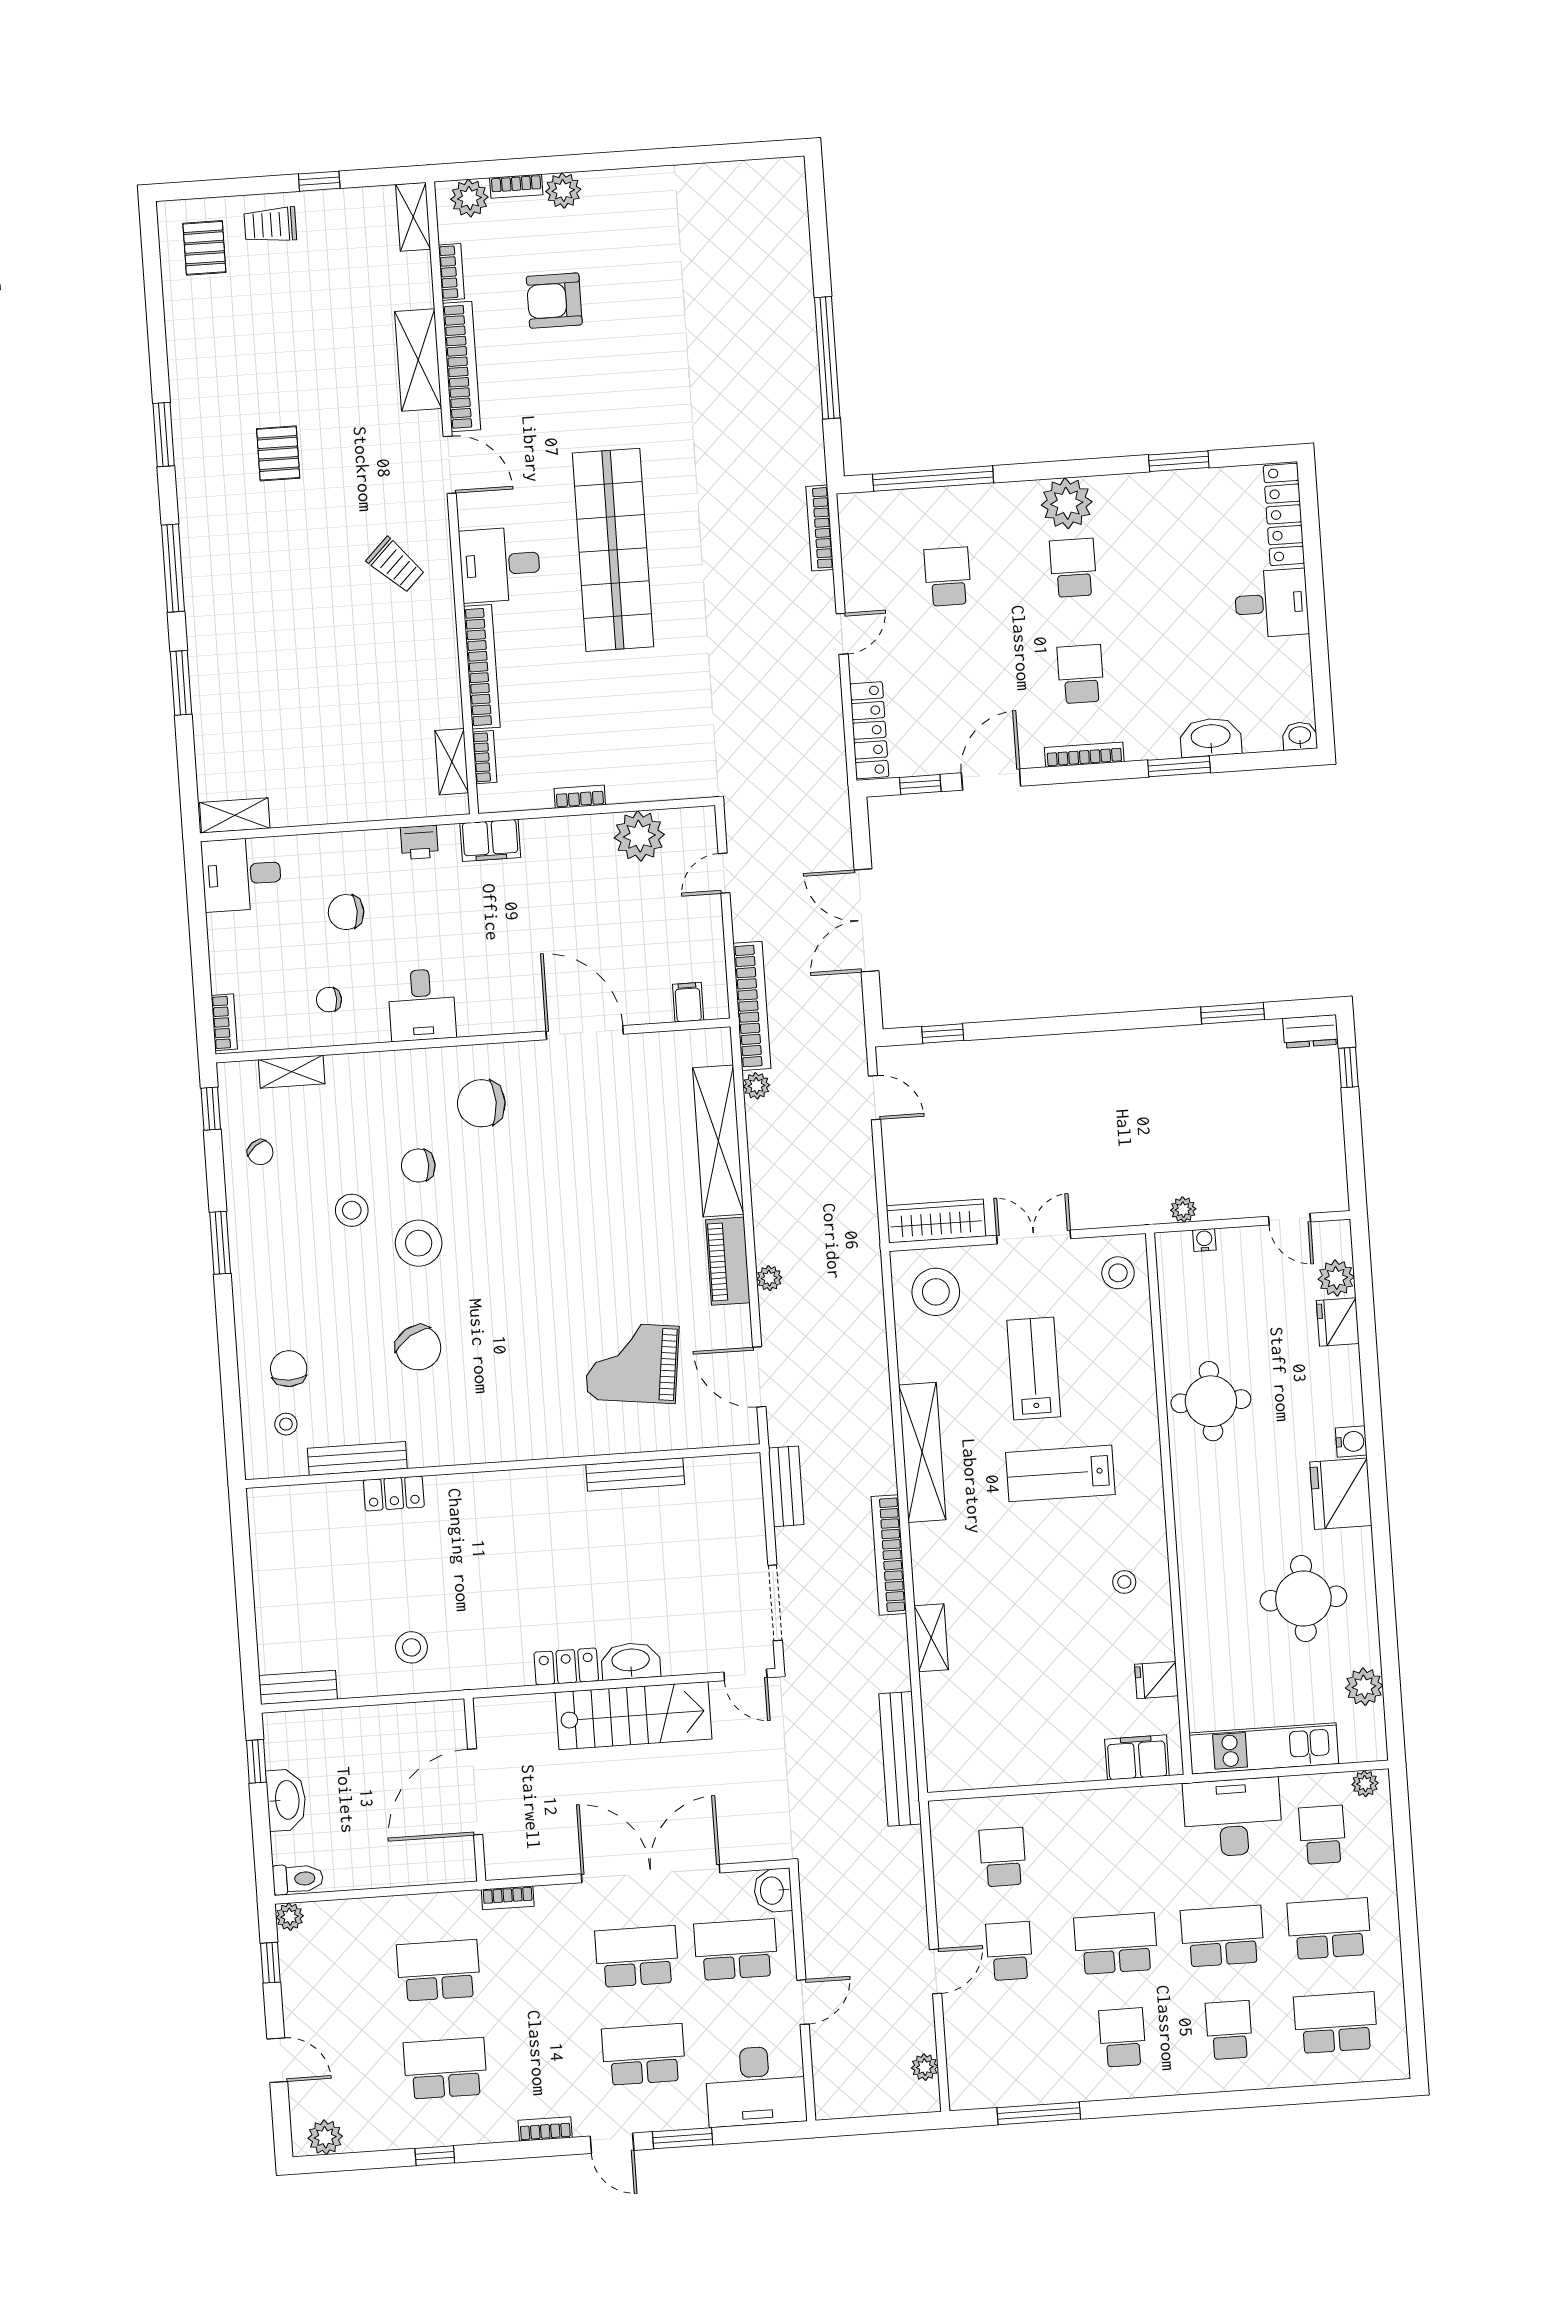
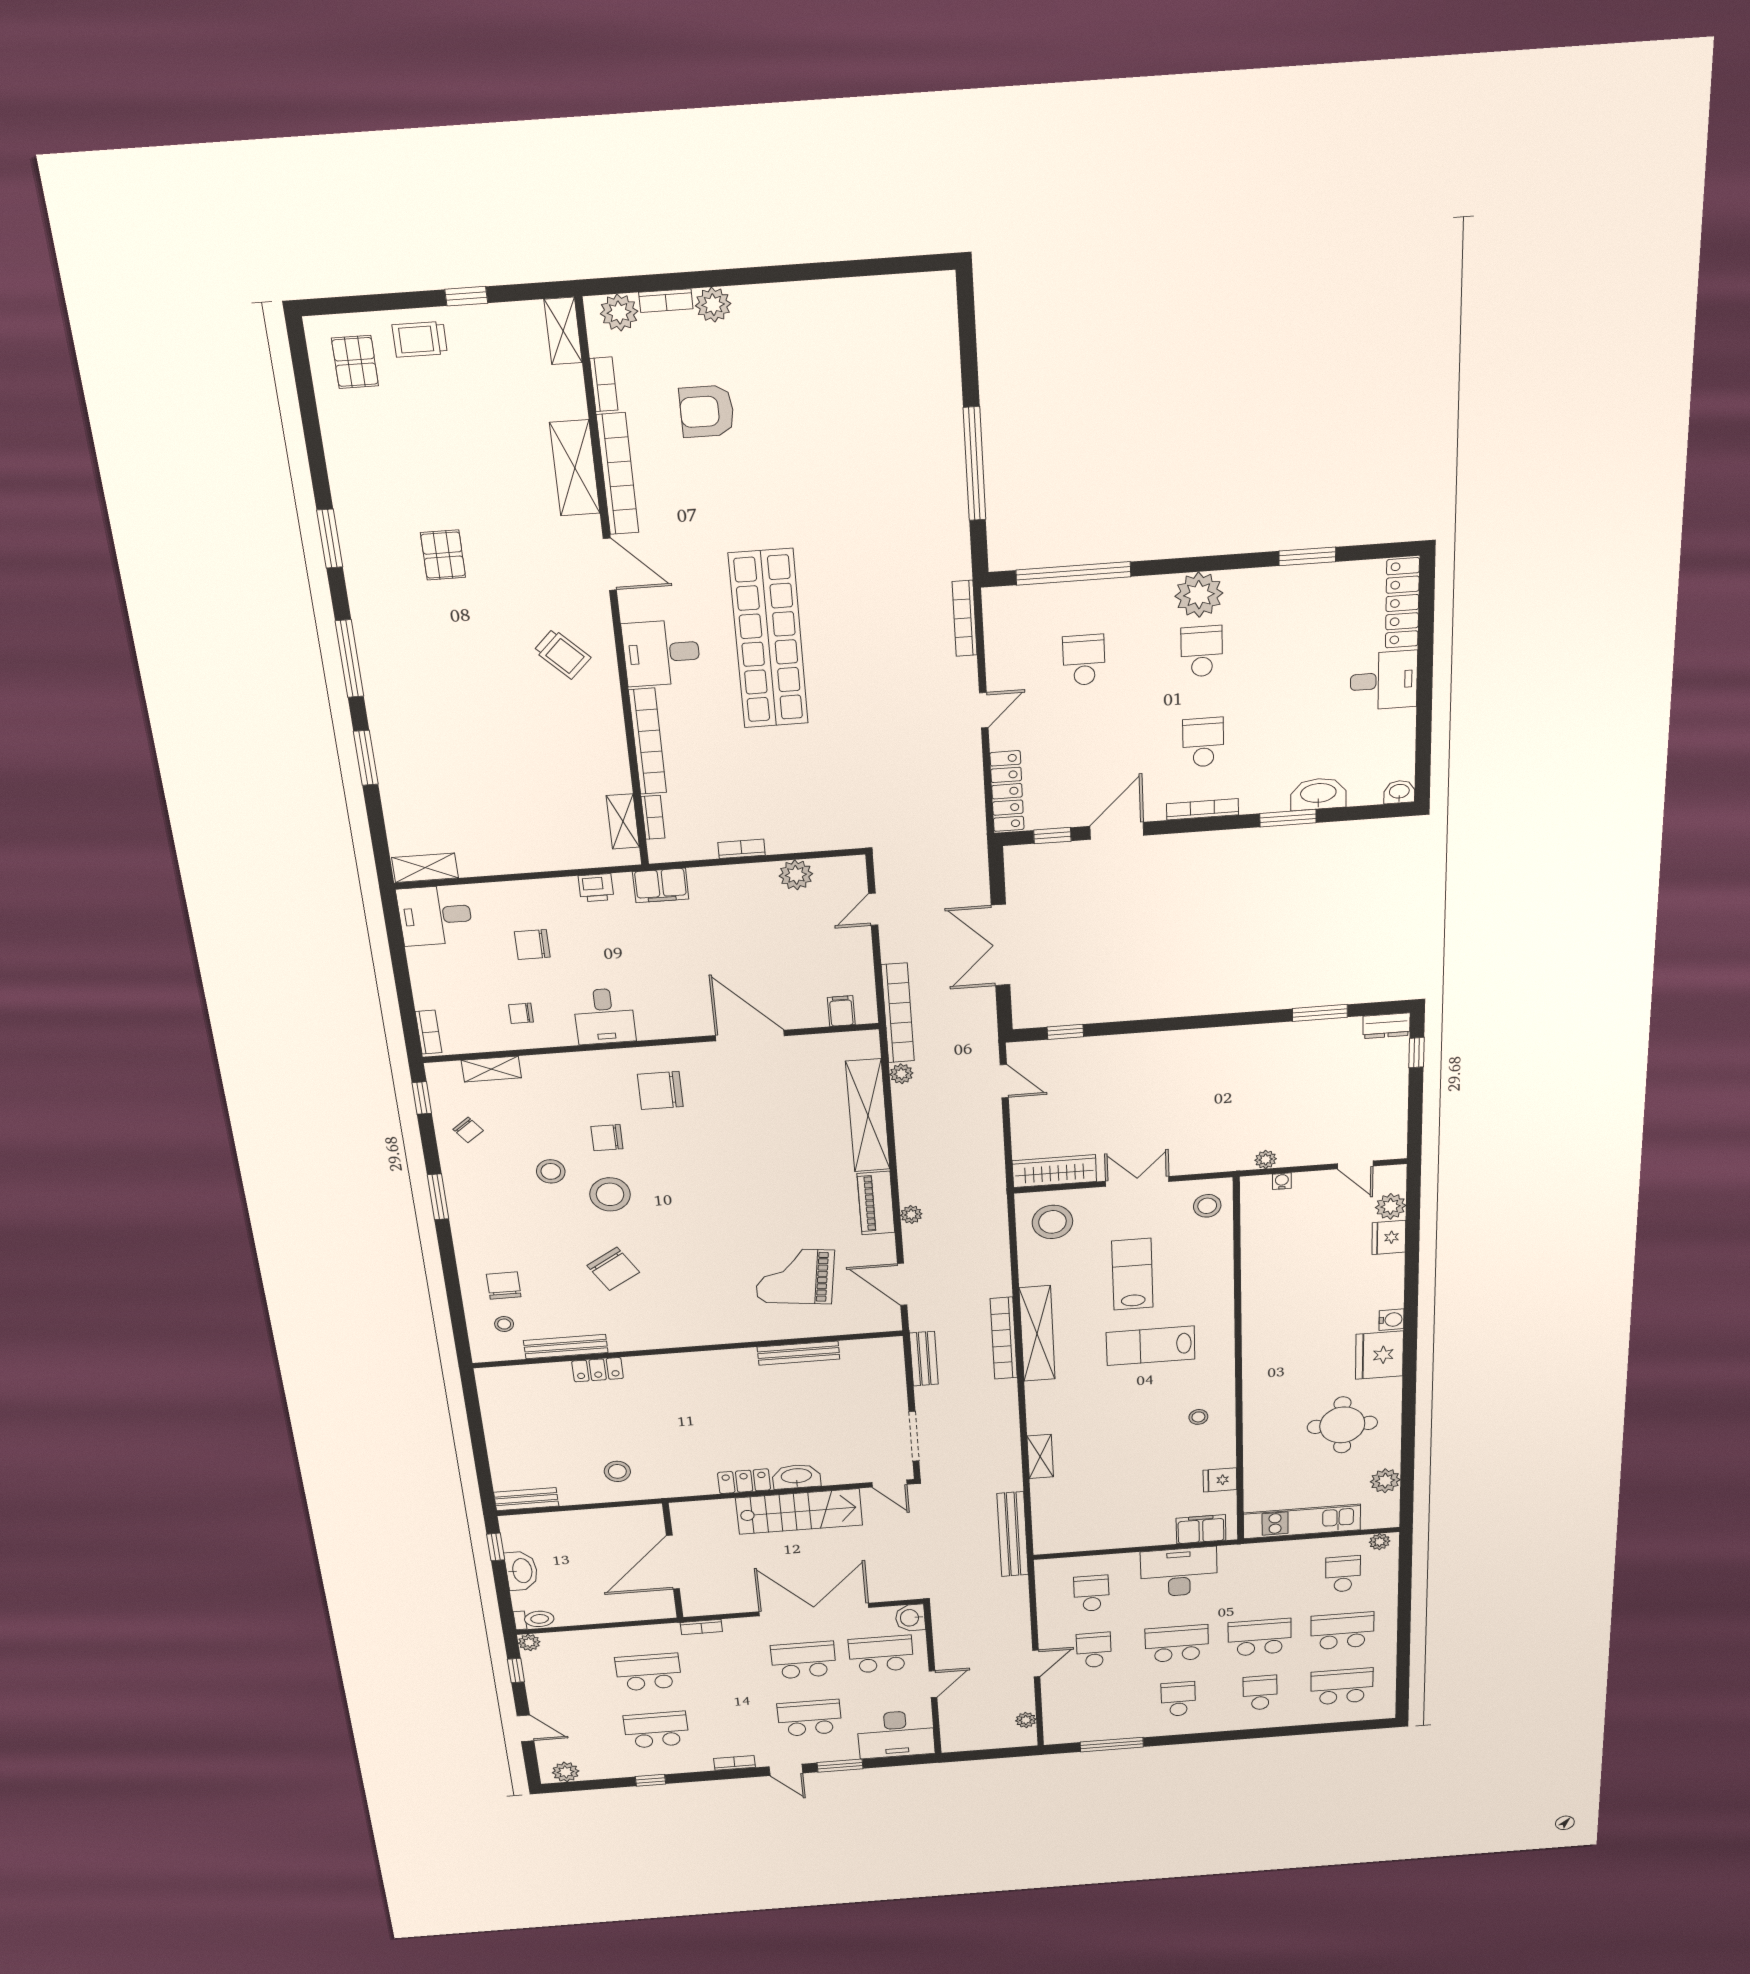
plant: (639, 836) -> (796, 875), width x0.73, depth x0.73
round table: (1211, 1401) -> (1278, 1294), removed
bookcase: (889, 1555) -> (1004, 1338), moved
desk: (1233, 1817) -> (1179, 1572), moved

